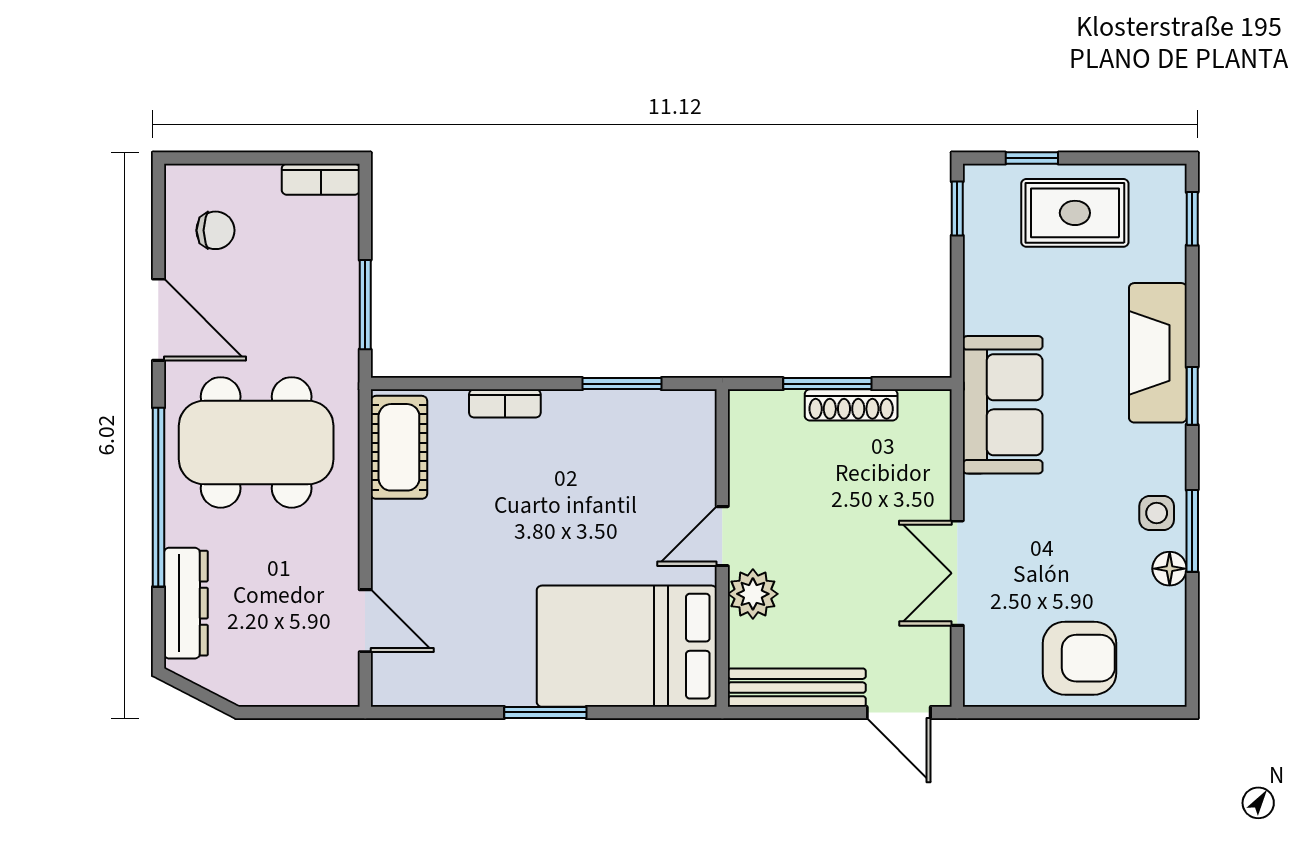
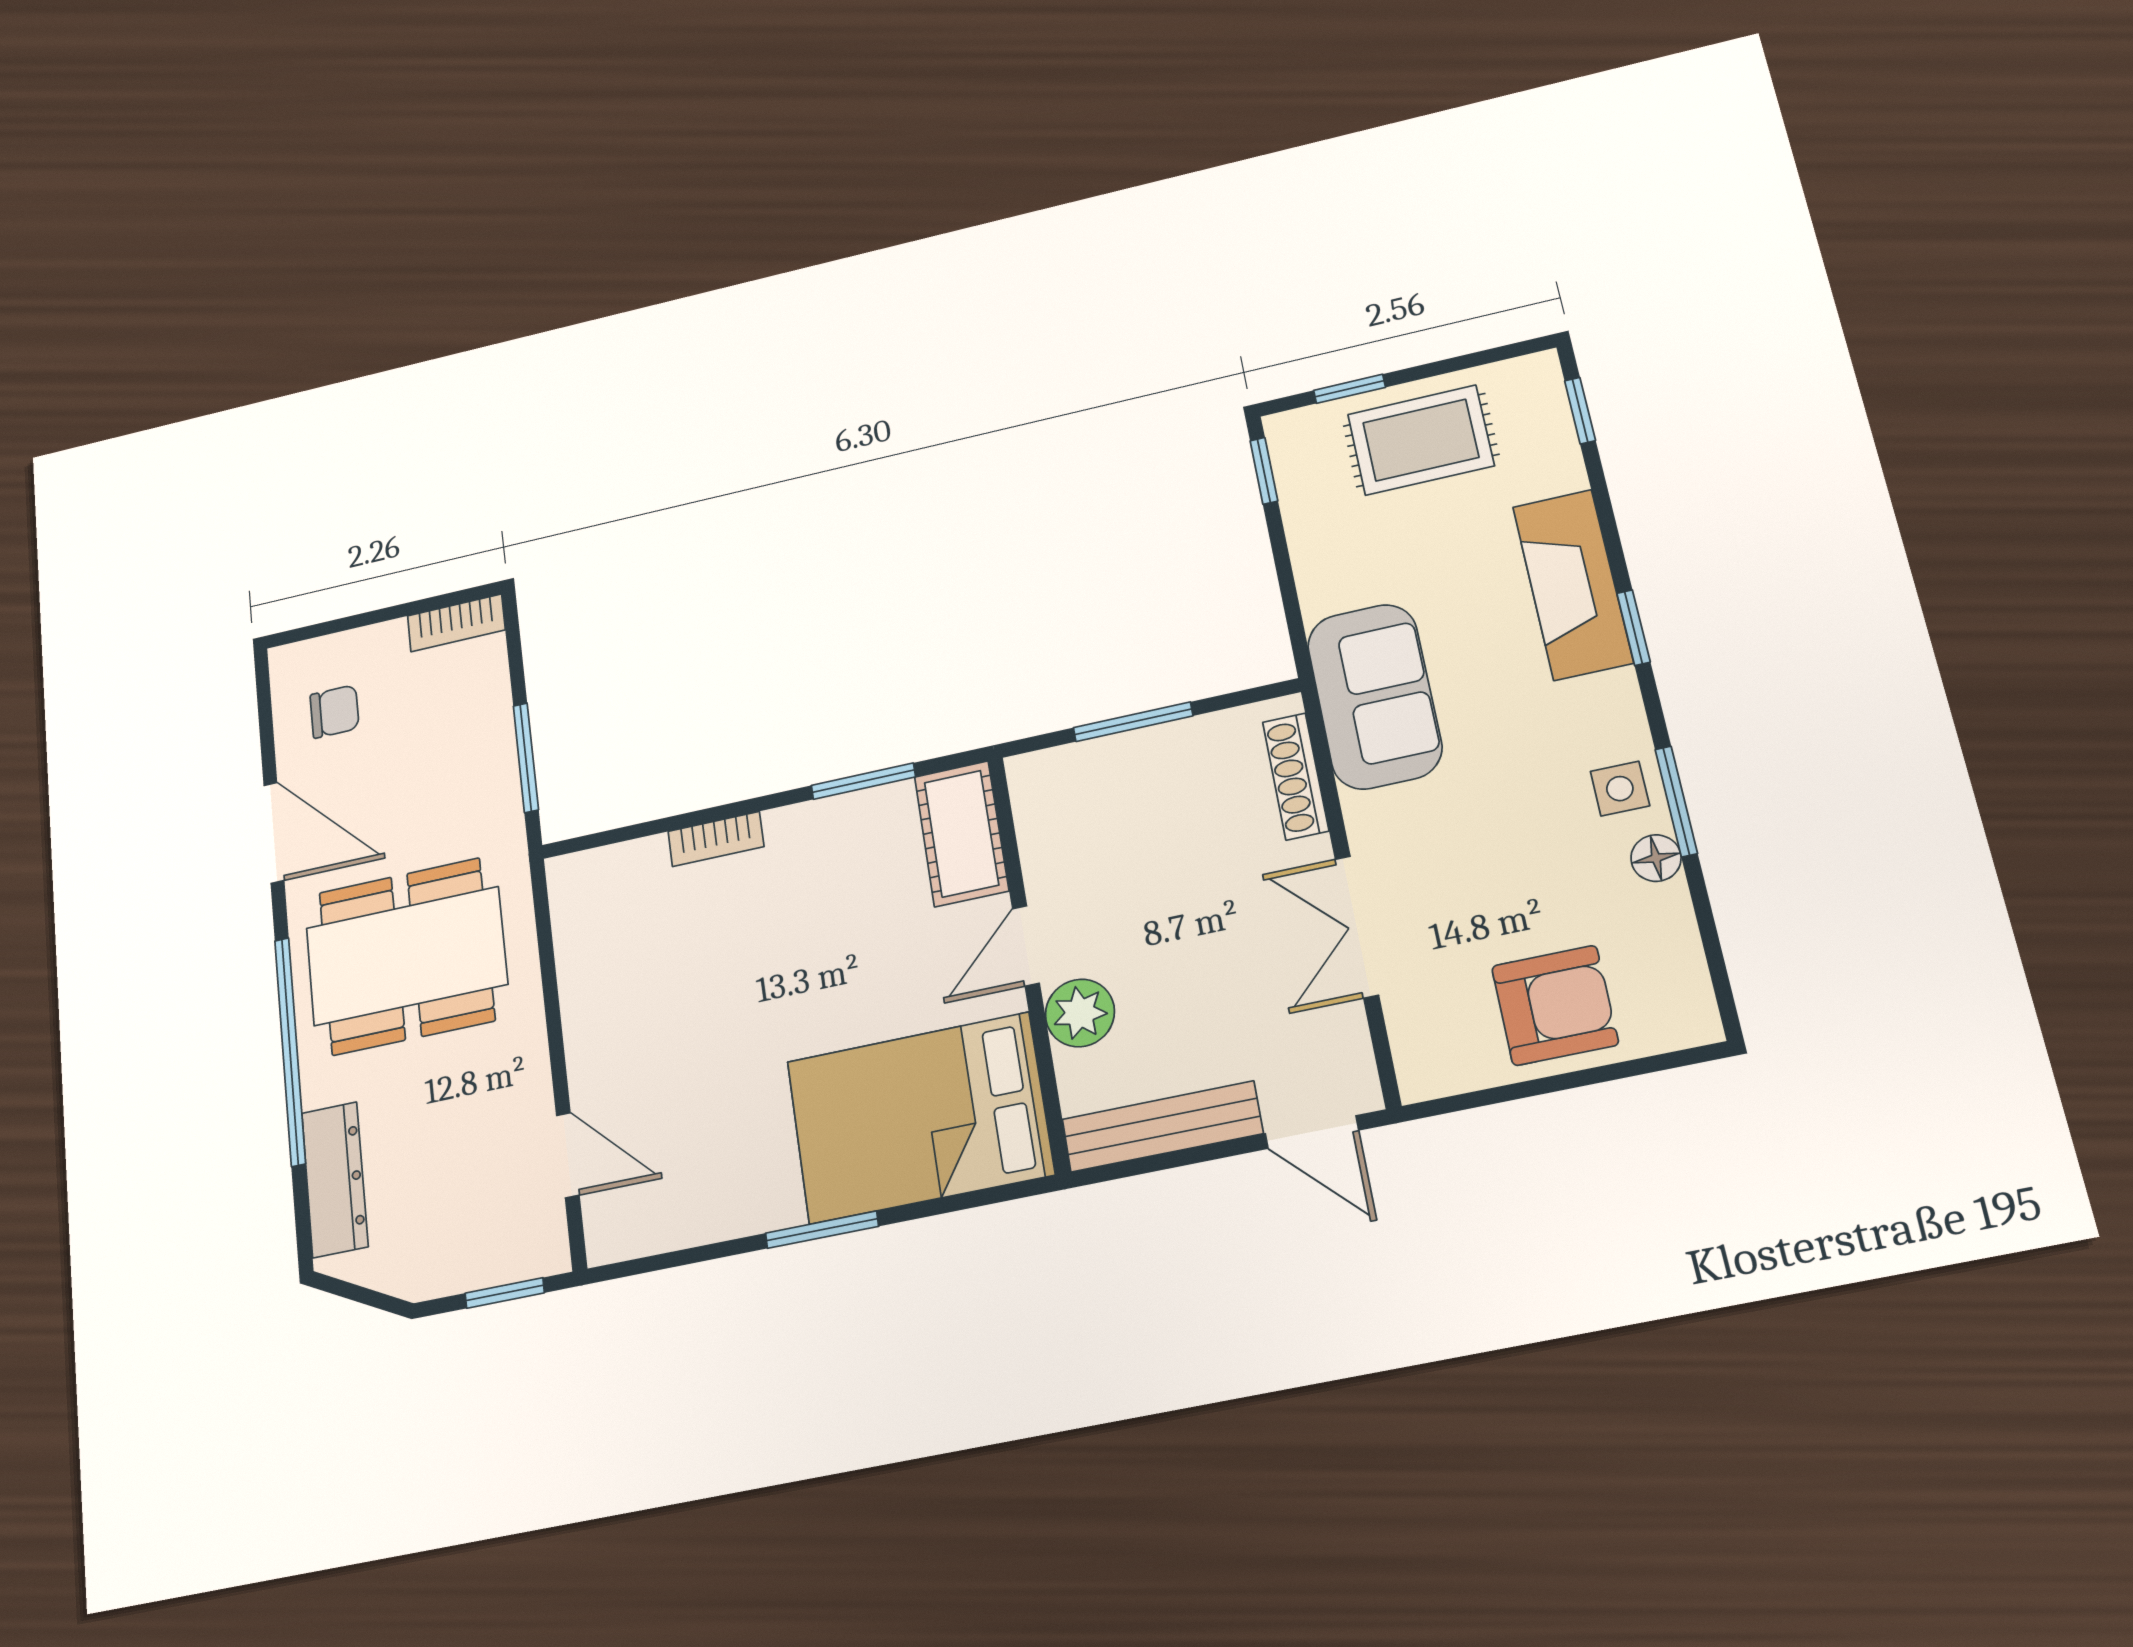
shoe rack: (851, 405) -> (1296, 776), moved, turned 90
cot: (399, 447) -> (961, 834), moved
window: (308, 712) -> (505, 1293), added

